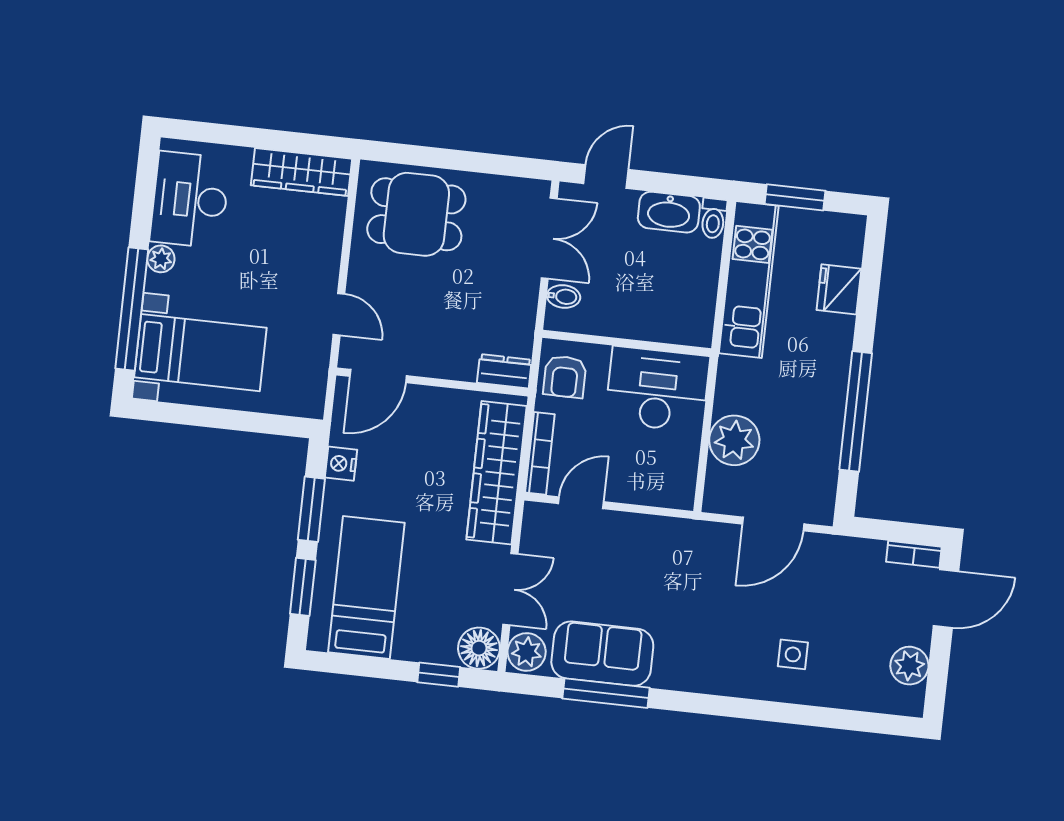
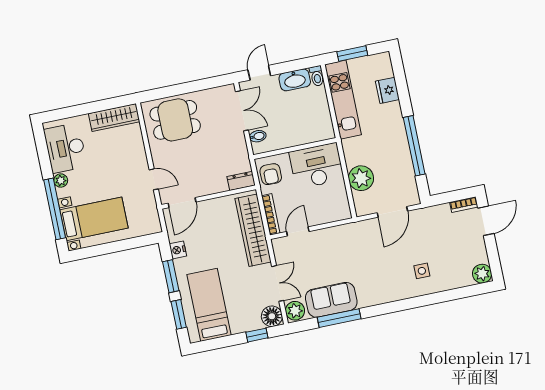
plant: (909, 666) -> (482, 274), moved

